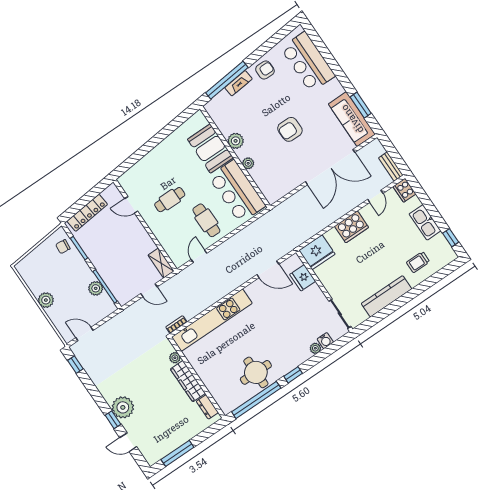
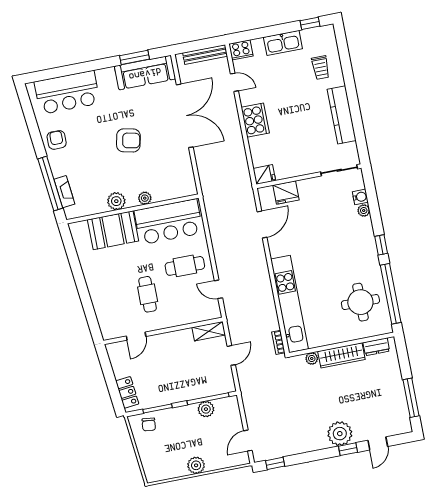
fireplace: (238, 83) -> (64, 192), moved
armchair: (290, 129) -> (128, 140), turned -78
bench: (391, 167) -> (205, 55), width x1.36
locker: (87, 213) -> (127, 392), width x0.66
fridge: (317, 252) -> (264, 175), width x0.53, depth x0.75
round table: (256, 372) -> (360, 302), moved

